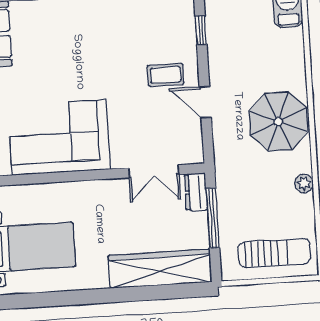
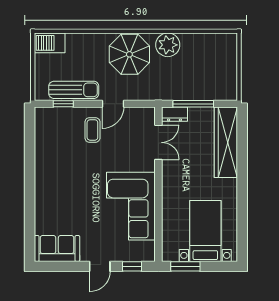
plant: (304, 183) -> (168, 45), width x1.88, depth x1.88
sun lounger: (274, 253) -> (74, 90), moved, turned 90

